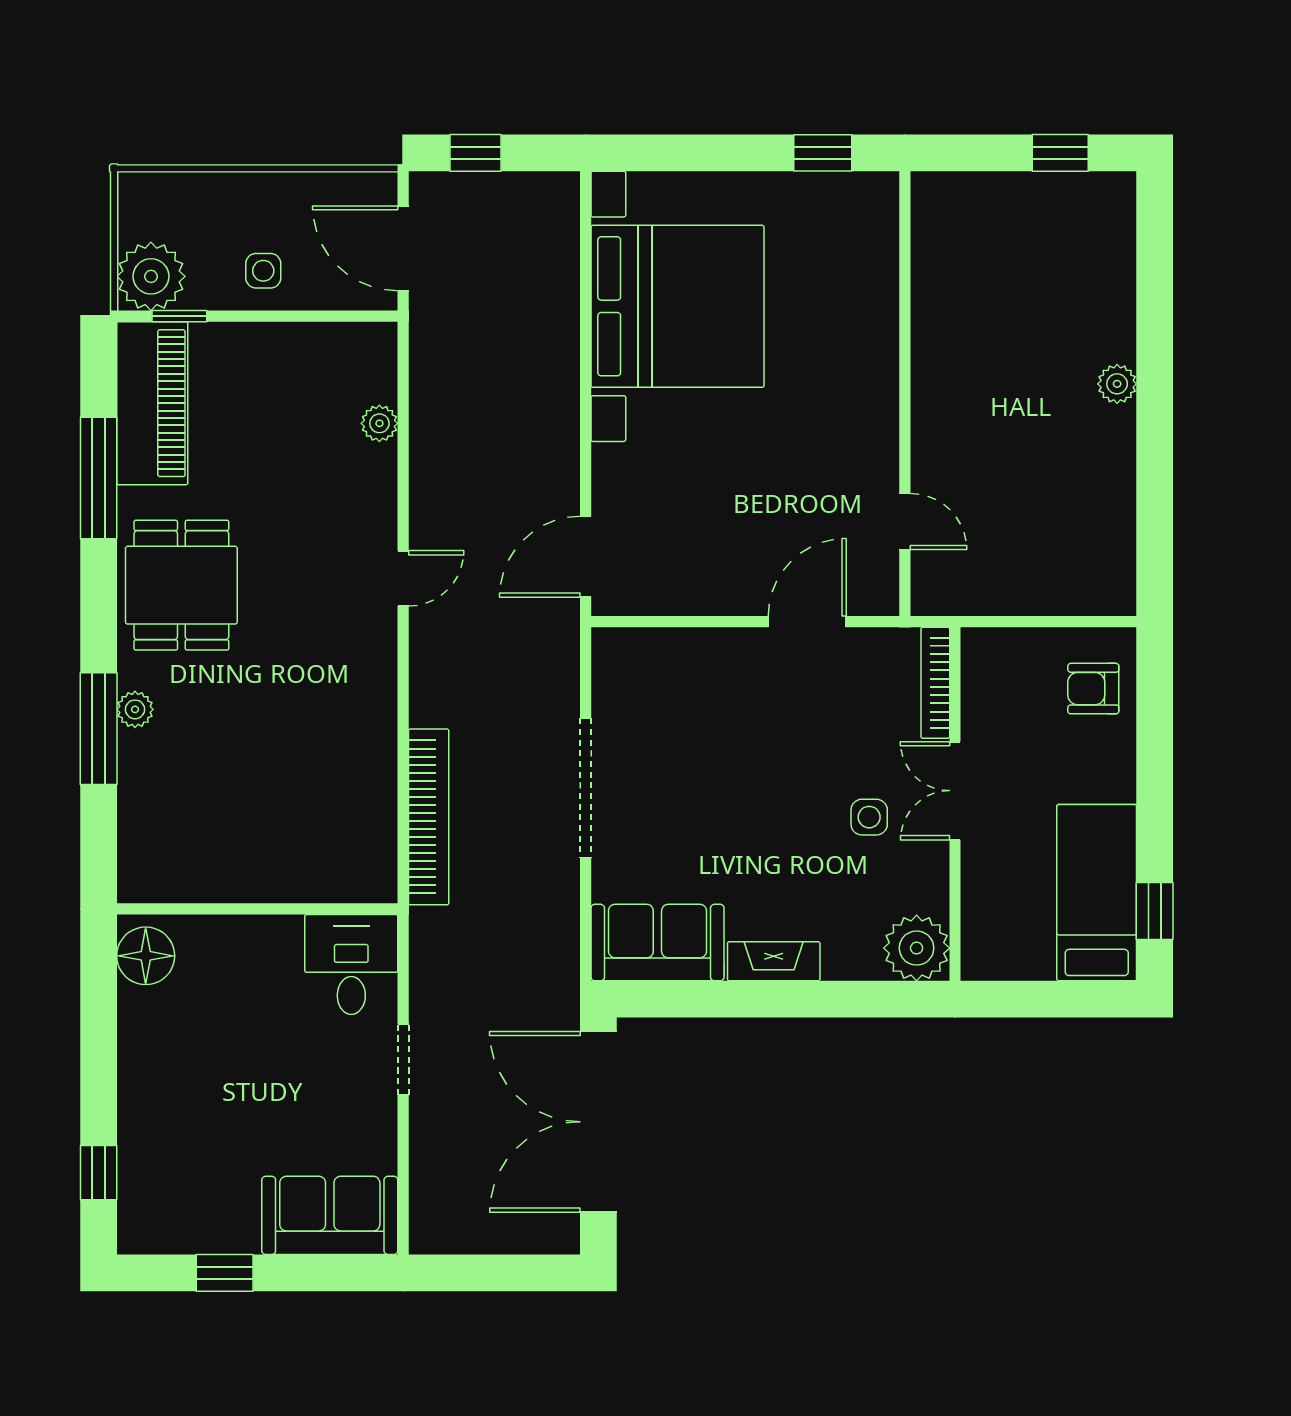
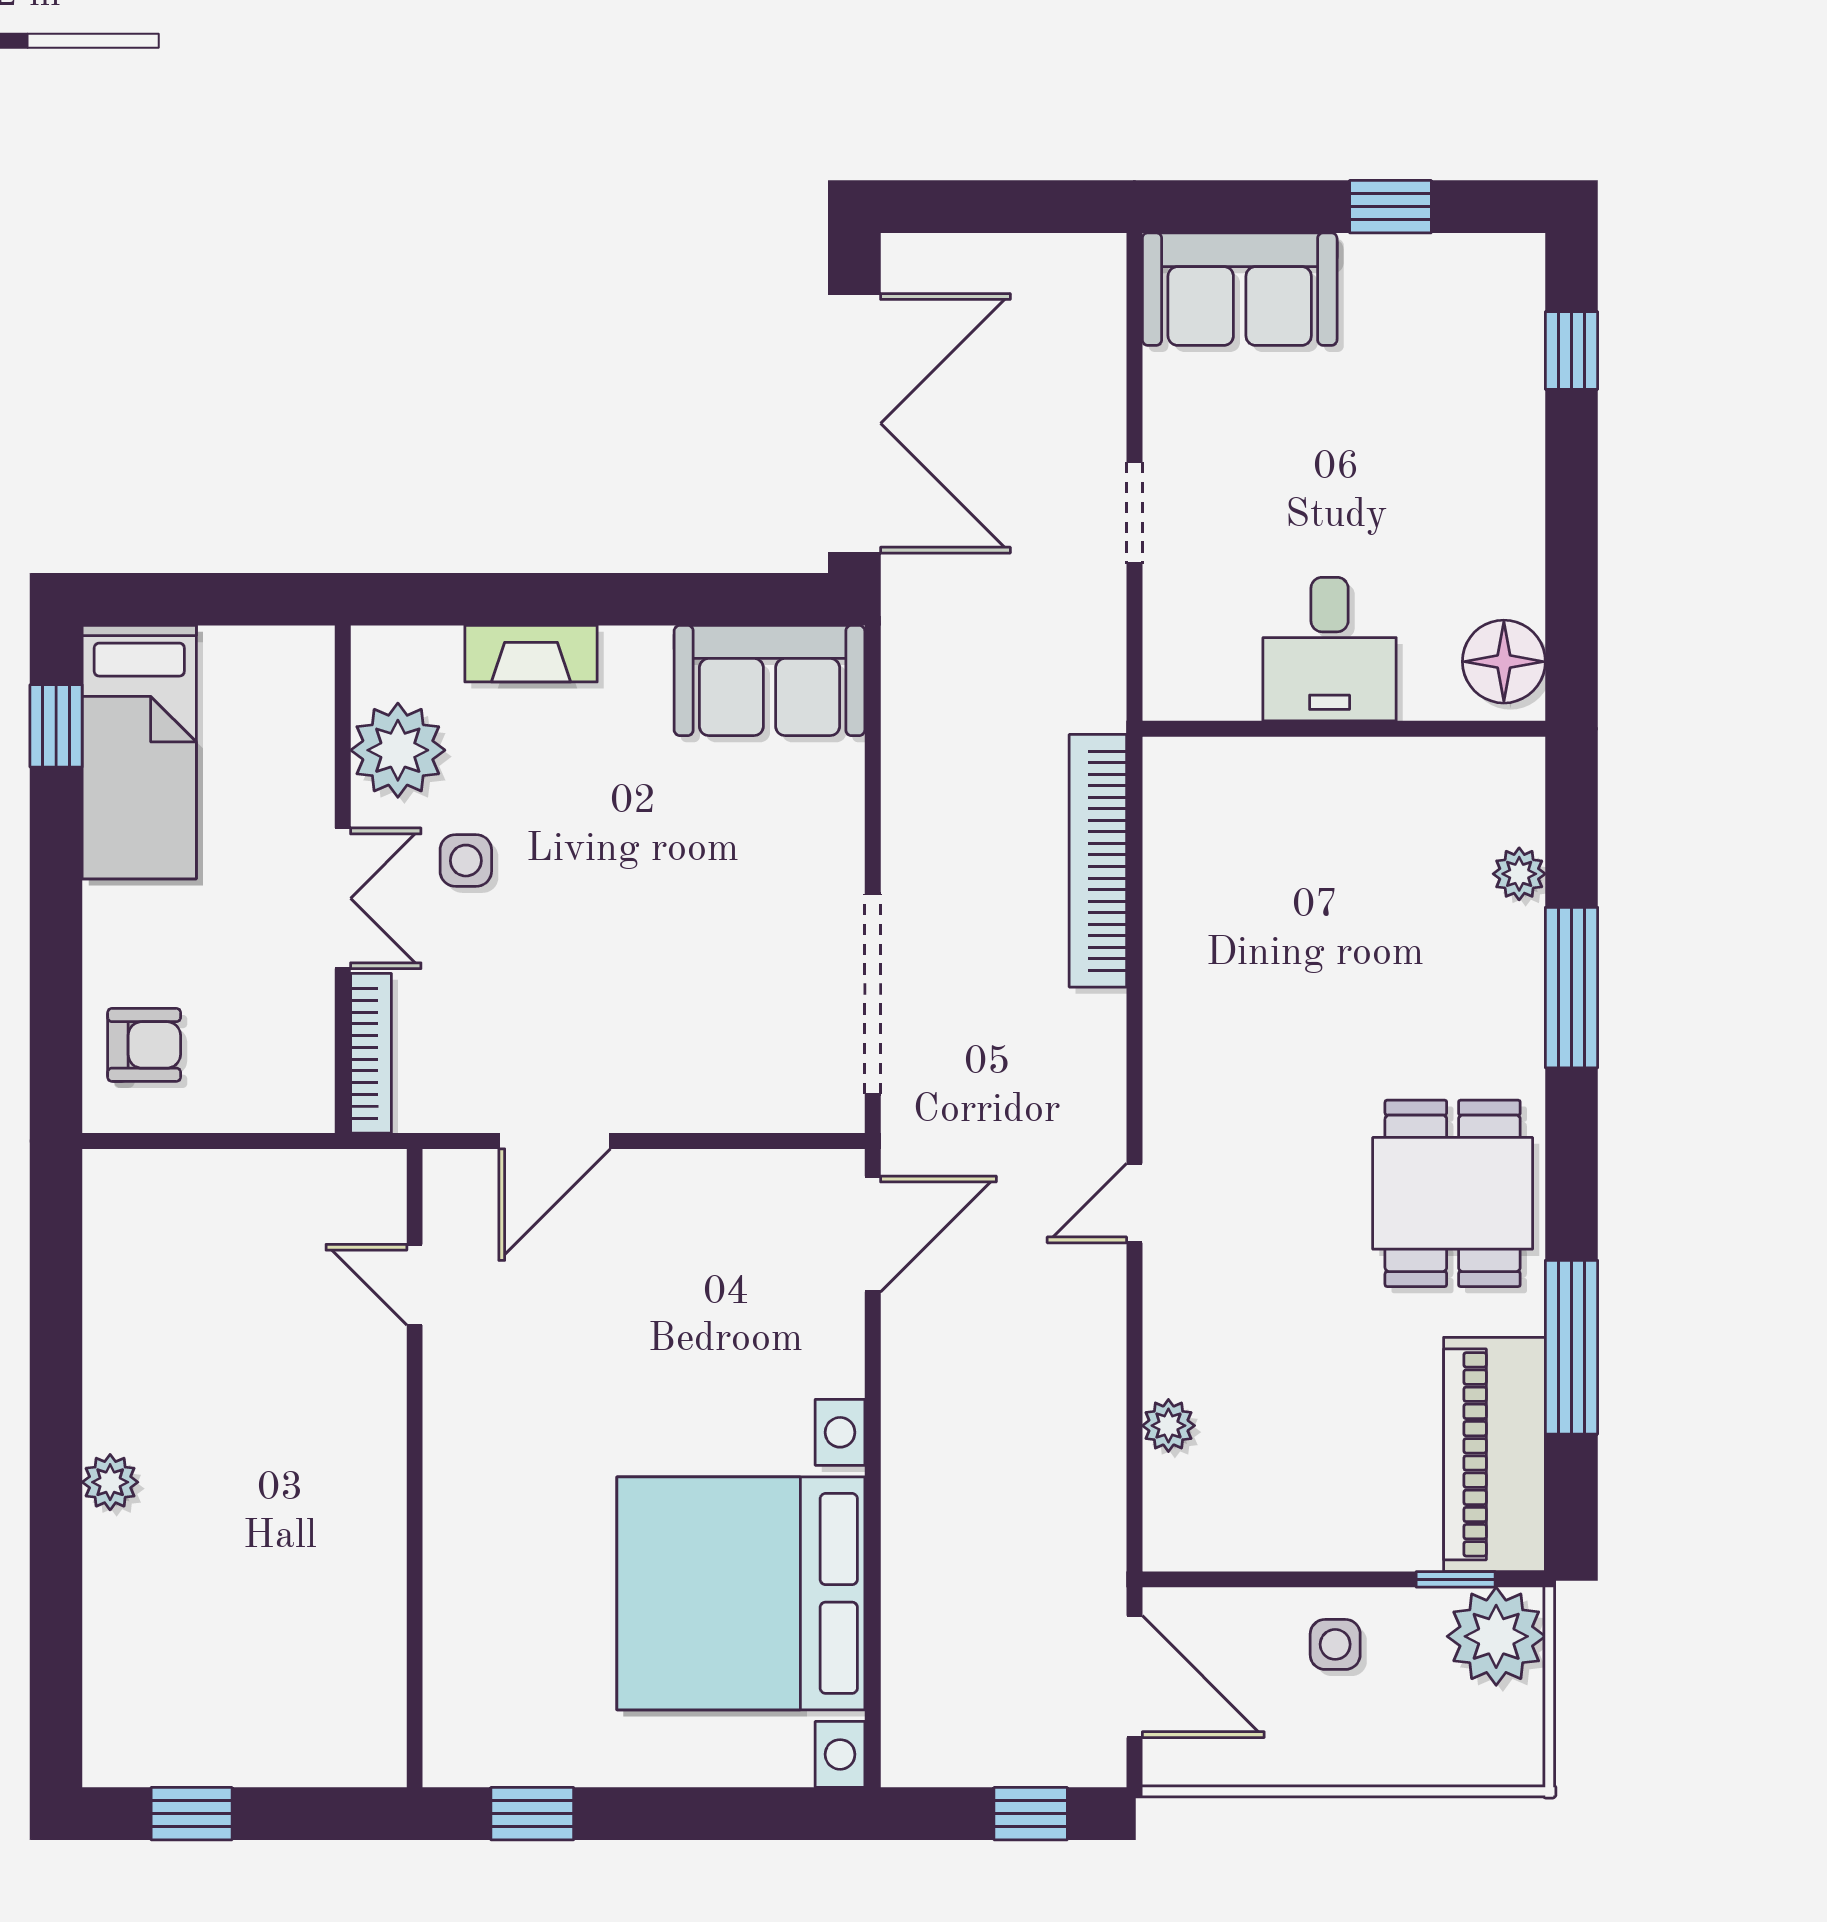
plant: (135, 709) -> (1519, 874), moved
doorway: (586, 788) -> (873, 994), moved
plant: (917, 948) -> (398, 750), moved
fireplace: (774, 961) -> (531, 654), moved
desk: (351, 964) -> (1330, 649), moved

